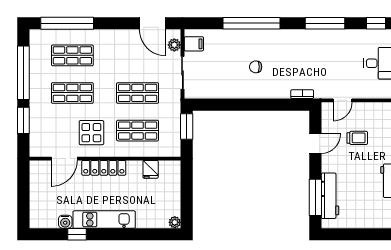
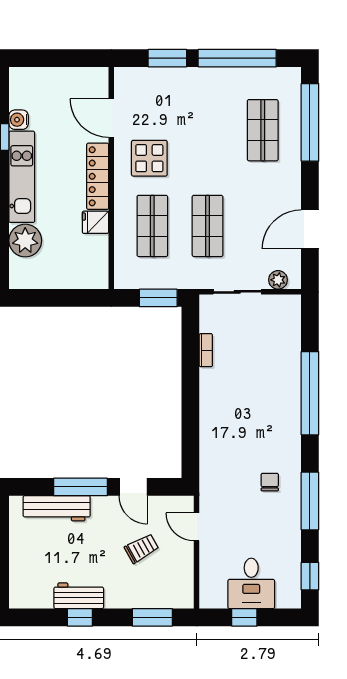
door: (152, 23) -> (310, 229), moved
filing cabinet: (194, 44) -> (280, 308), removed
chair: (256, 67) -> (270, 482), moved
shop shelf: (72, 93) -> (208, 130), removed
bookcase: (302, 94) -> (206, 350), moved
trolley: (357, 138) -> (142, 548), turned -119
fridge: (151, 169) -> (95, 222), moved
window: (315, 197) -> (80, 487), moved
plant: (175, 222) -> (25, 241), moved, width x1.87, depth x1.87

